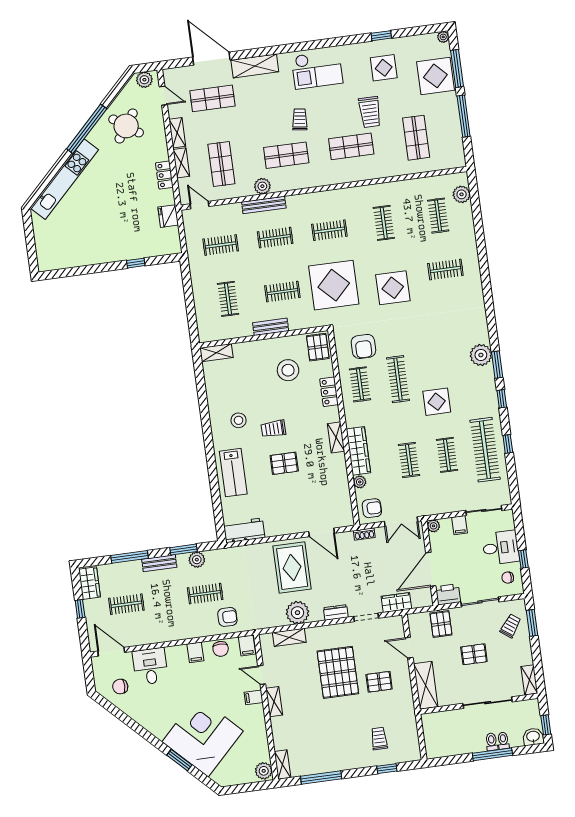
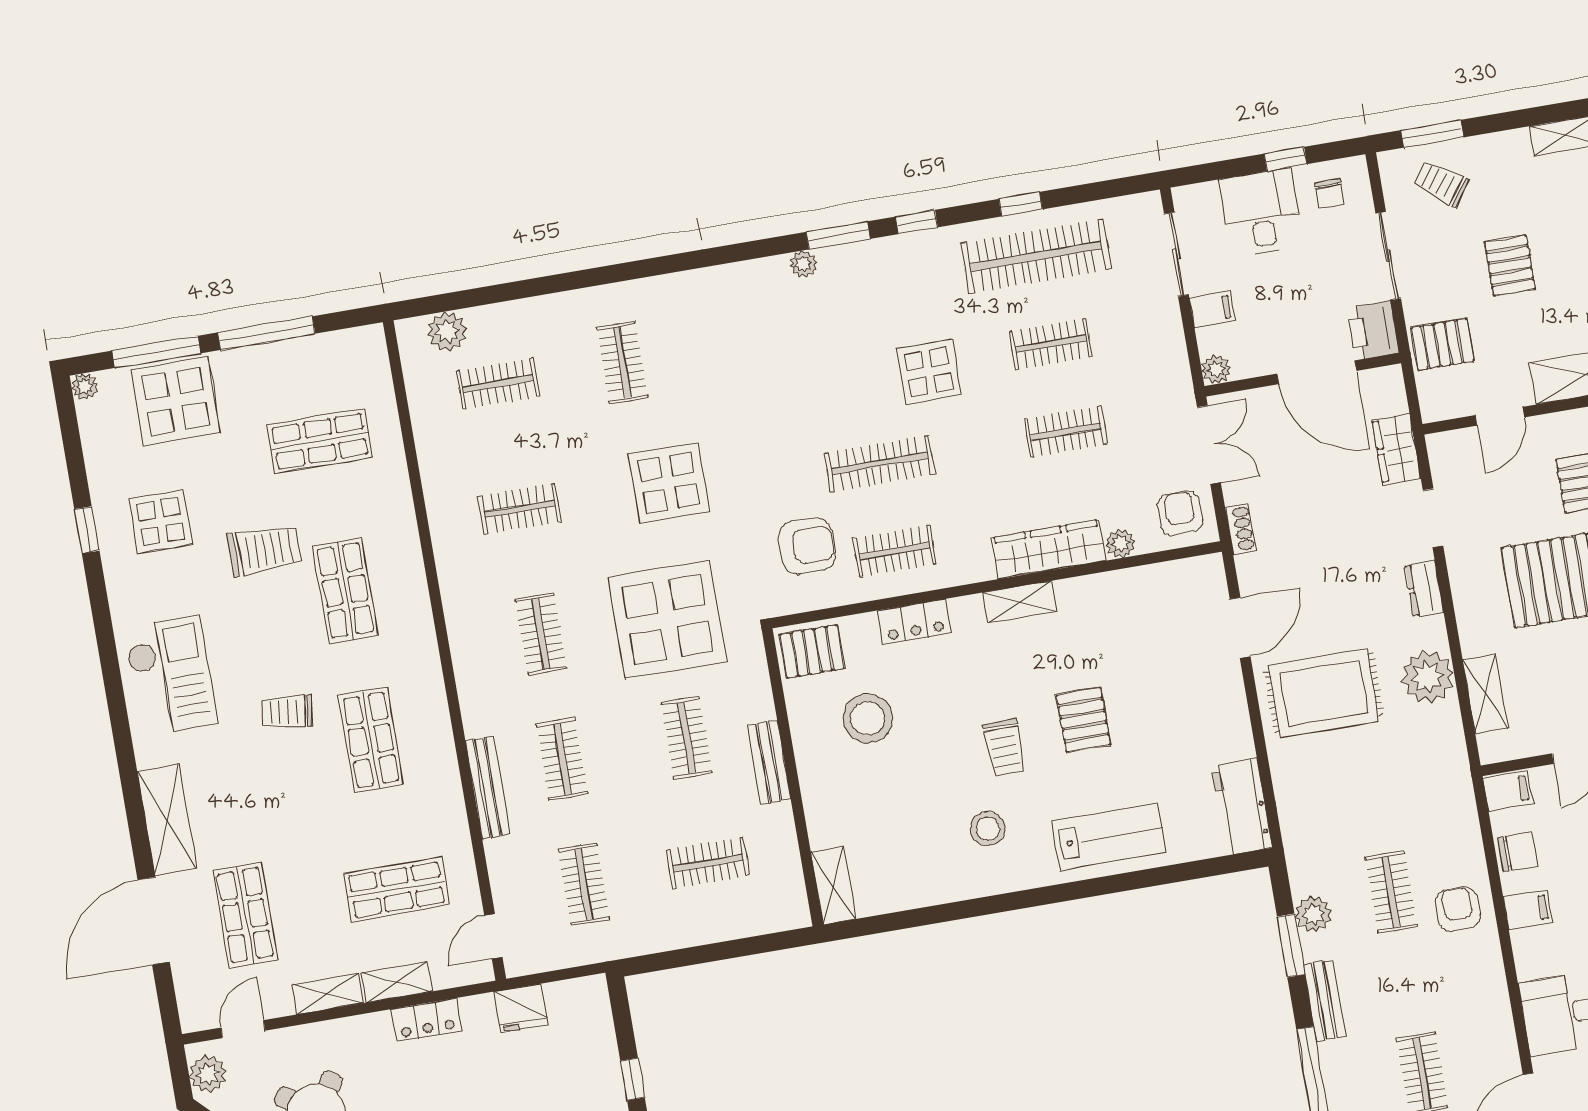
plant: (262, 186) -> (444, 793), removed
plant: (481, 355) -> (803, 264), width x0.53, depth x0.53
armchair: (227, 617) -> (1458, 909), moved

